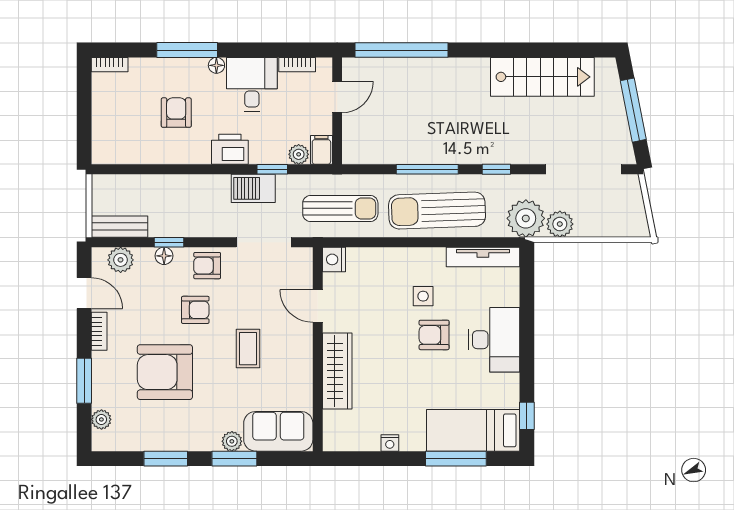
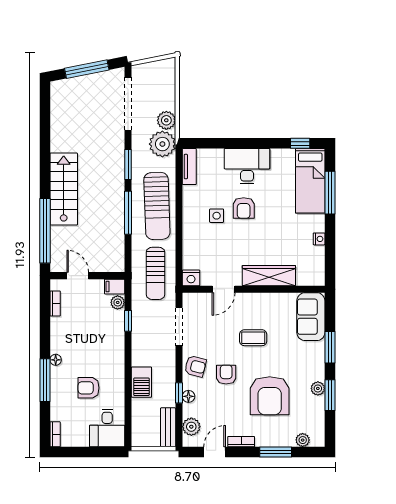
stairs: (542, 77) -> (64, 189), moved
desk: (252, 84) -> (107, 428), moved, turned -90
printer: (230, 149) -> (114, 350), removed
window: (496, 169) -> (128, 165), width x1.50
barbecue: (253, 188) -> (141, 382), moved
sun lounger: (340, 208) -> (155, 273), turned 180
tv unit: (483, 257) -> (189, 167), width x0.71
armchair: (207, 266) -> (195, 366), turned -76
plant: (232, 441) -> (318, 388), moved

